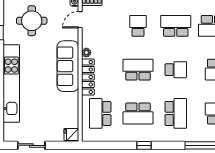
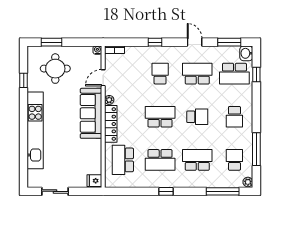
door: (80, 20) -> (103, 78), moved
school desk: (176, 113) -> (197, 160), turned -90

